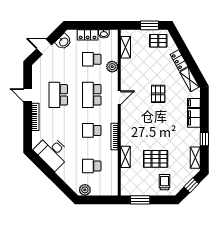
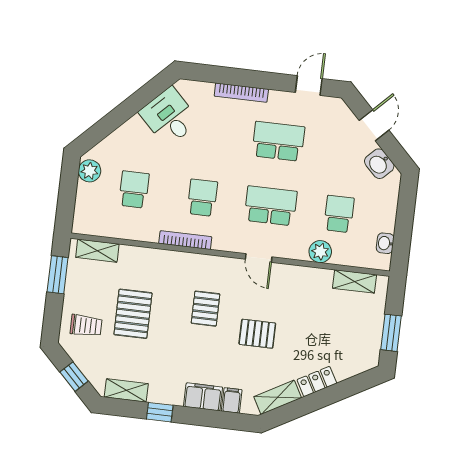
locker: (88, 35) -> (387, 212), removed
pallet: (158, 41) -> (206, 309), moved
door: (28, 95) -> (309, 85), moved
desk: (52, 152) -> (169, 117), width x0.73
shelving: (125, 157) -> (97, 251), moved

